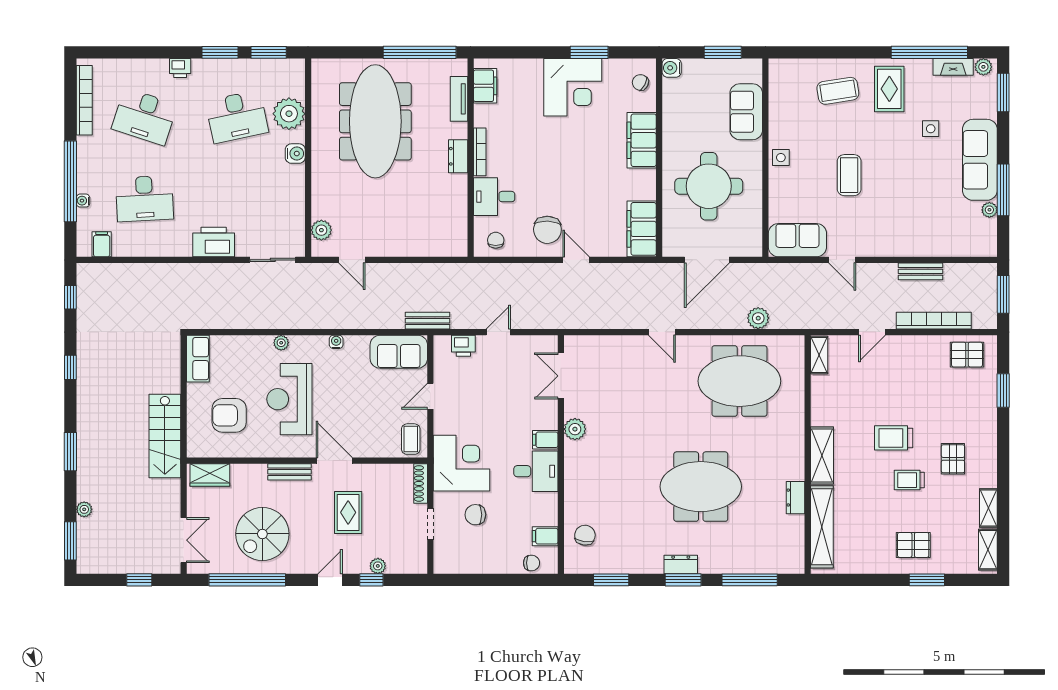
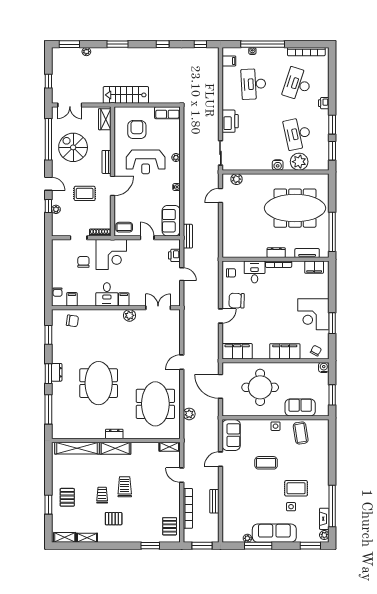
rug: (889, 89) -> (296, 488), moved
coffee table: (838, 91) -> (301, 433), moved
reception desk: (289, 399) -> (146, 162), turned 180
dresser: (795, 498) -> (114, 434), moved

